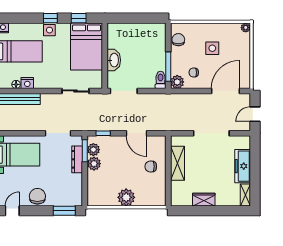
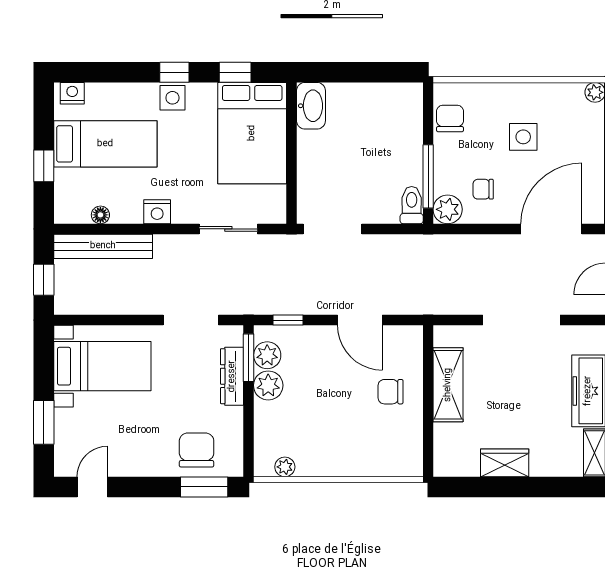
washbasin: (114, 60) -> (311, 106), moved
nightstand: (27, 83) -> (157, 212), moved
chair: (37, 196) -> (197, 450), moved
plant: (126, 197) -> (285, 467), moved, width x0.53, depth x0.53

